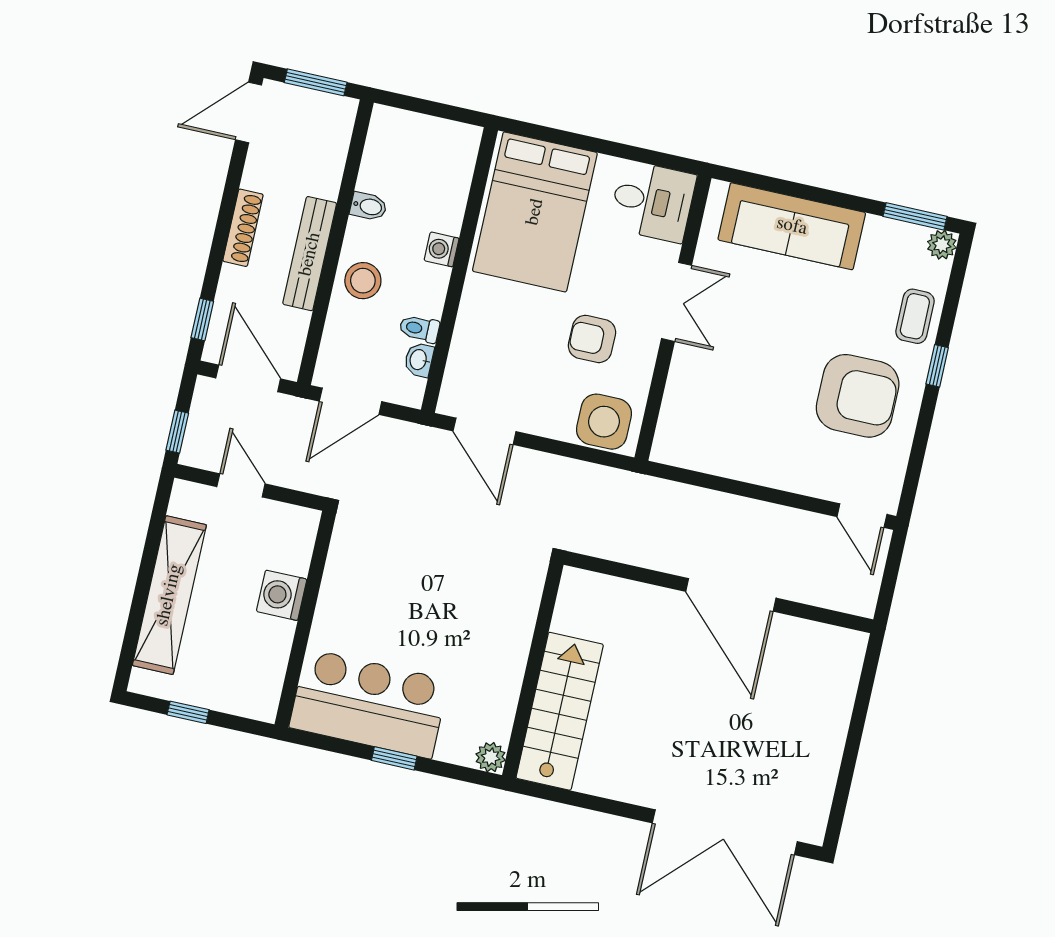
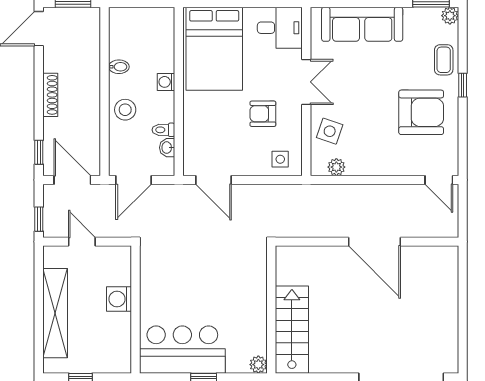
bench: (310, 254) -> (91, 101), removed
side table: (697, 393) -> (330, 131), added
side table: (604, 422) -> (280, 159), width x0.54, depth x0.54
plant: (695, 456) -> (336, 167), added

